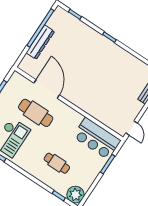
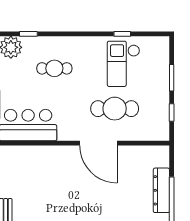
door: (47, 89) -> (98, 143), moved

